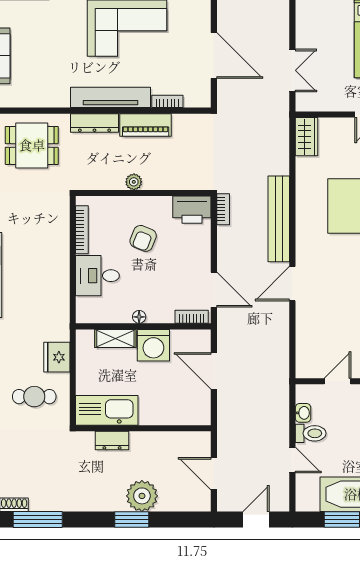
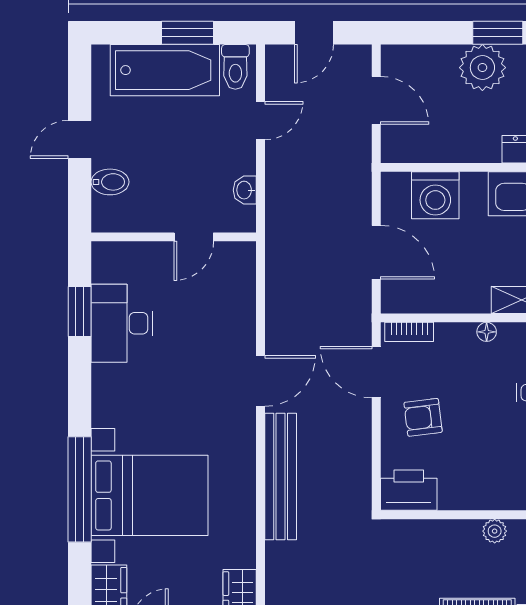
bookcase: (223, 209) -> (363, 491), removed
armchair: (143, 238) -> (423, 417), moved, turned -119
washing machine: (153, 345) -> (435, 195), moved, turned 180
toilet: (311, 433) -> (235, 67), moved, turned -90
door: (292, 460) -> (260, 121), swing flipped

